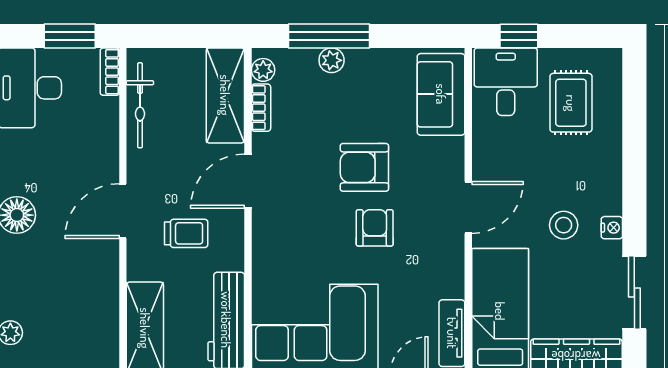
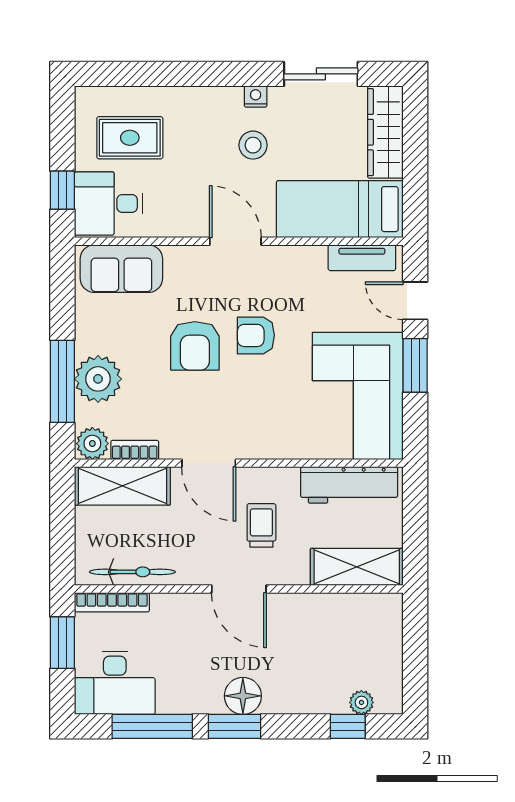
plant: (332, 60) -> (98, 379), width x1.88, depth x1.88
plant: (263, 70) -> (92, 444), width x1.38, depth x1.38
bookcase: (110, 72) -> (112, 602), width x1.56

